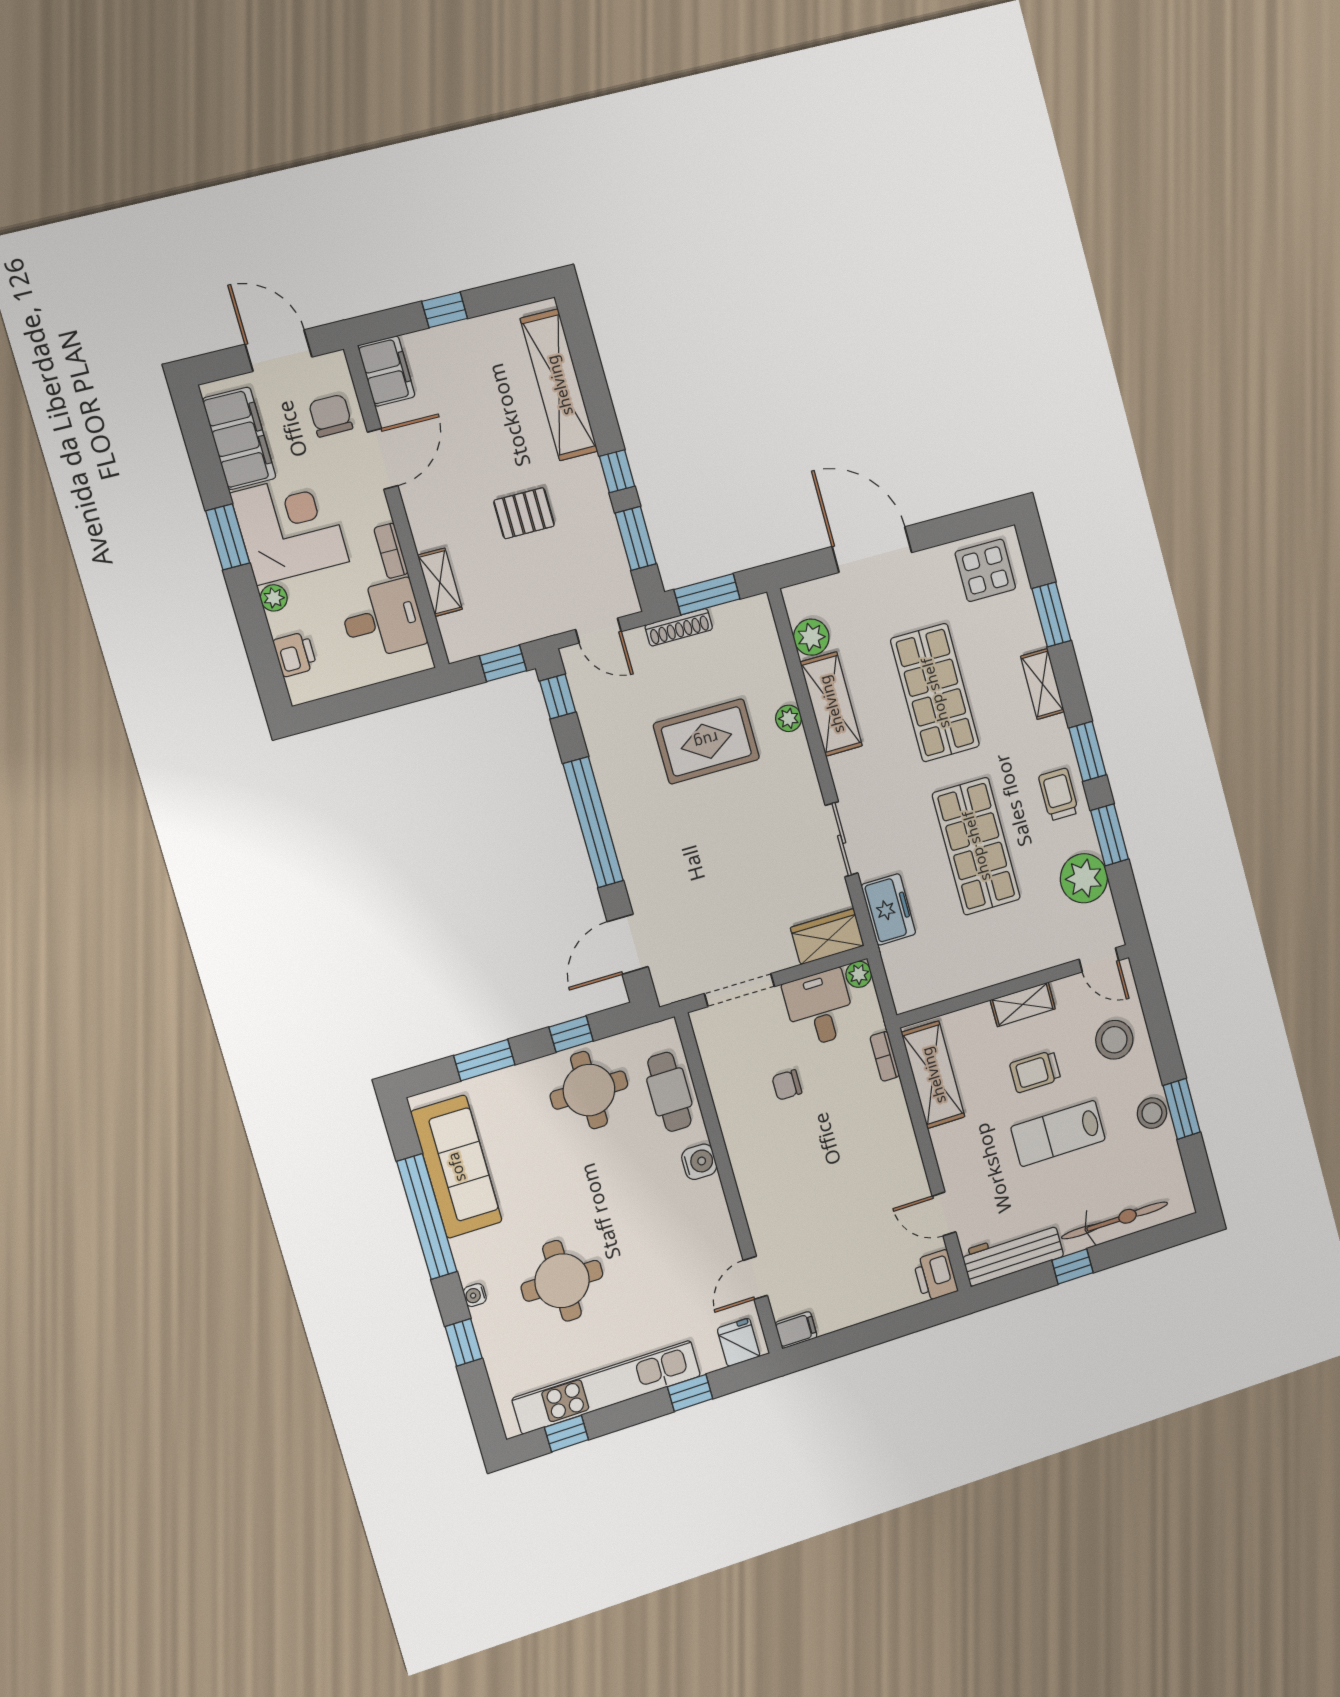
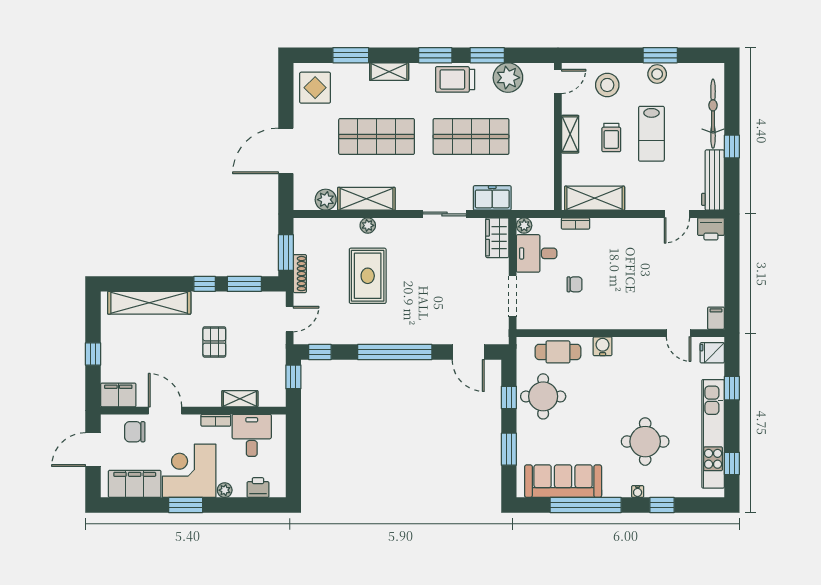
trolley: (1059, 794) -> (455, 79), width x1.36, depth x1.39
chair: (787, 1085) -> (574, 284), turned -90

